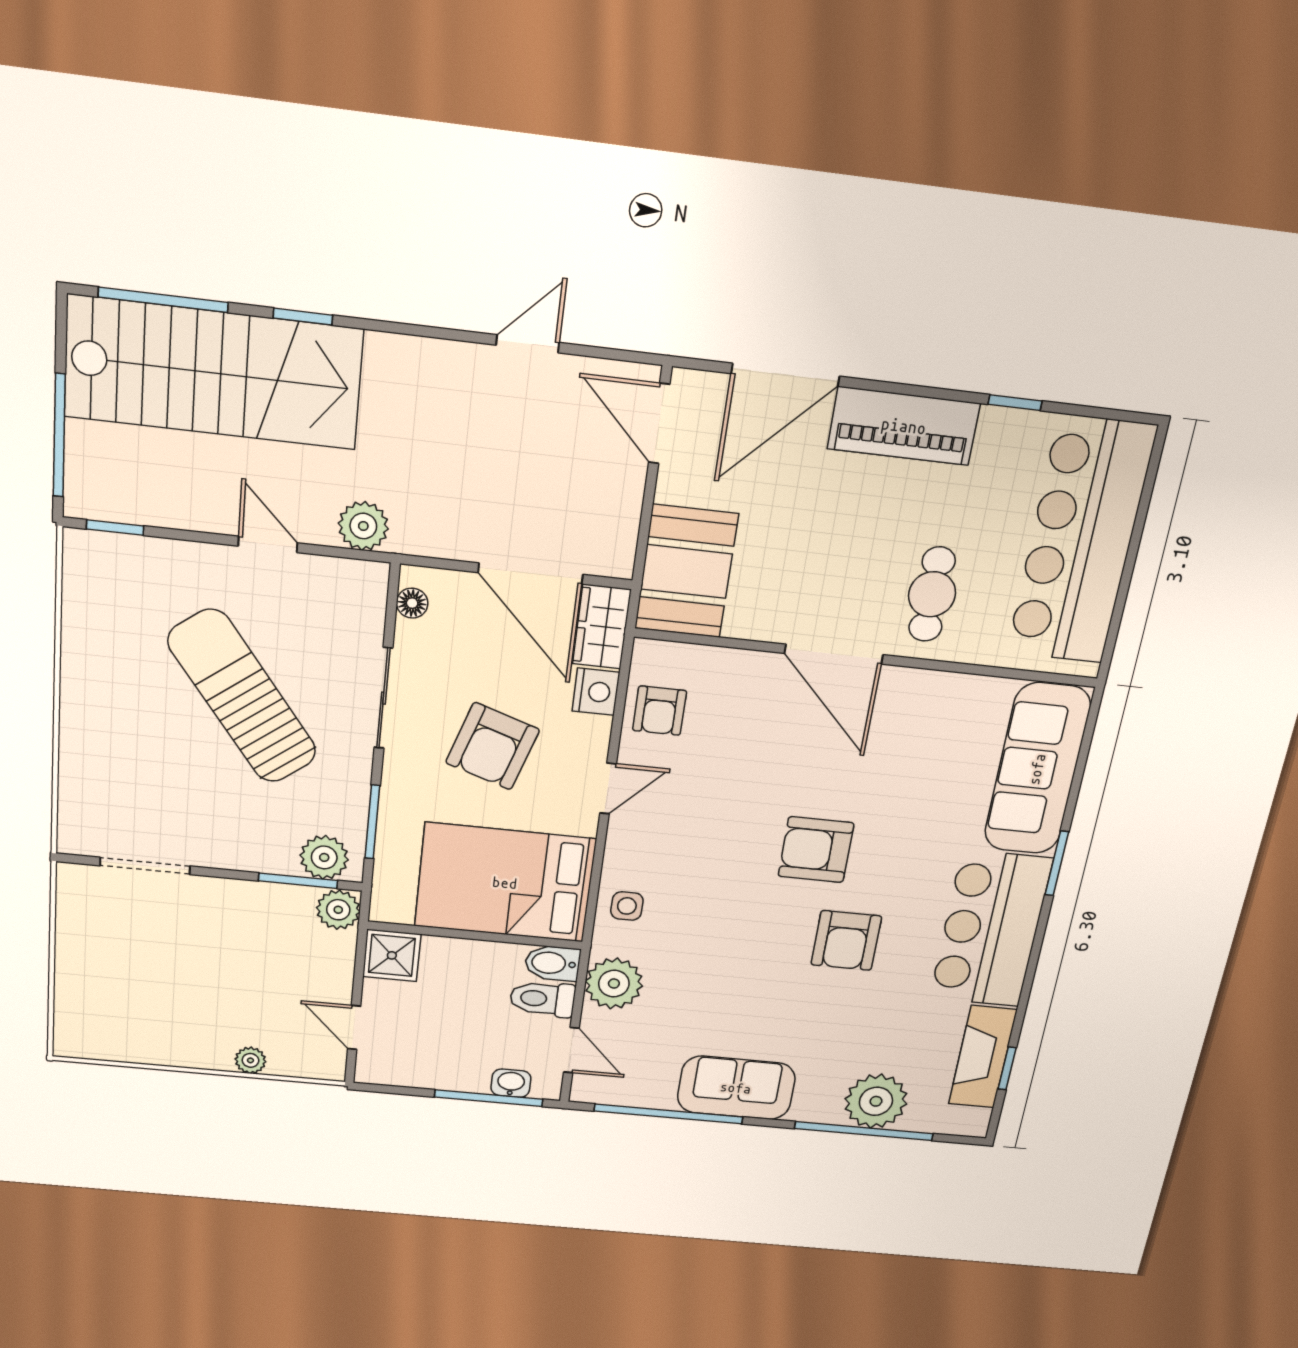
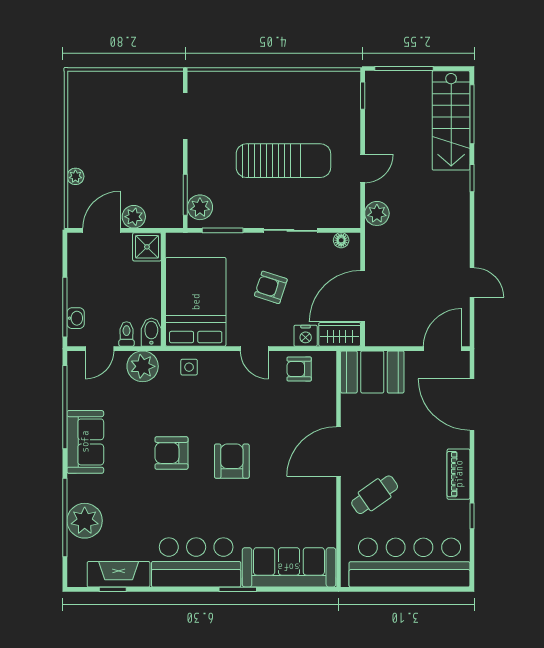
stairs: (213, 373) -> (451, 120), width x0.73, depth x0.66
piano: (904, 426) -> (459, 474), width x0.73, depth x0.75
cafe table: (932, 594) -> (375, 495), turned -35
sun lounger: (242, 697) -> (283, 161), turned 37
armchair: (493, 746) -> (271, 287), width x0.72, depth x0.72
plant: (338, 910) -> (134, 217), moved
armchair: (846, 940) -> (172, 453), moved
toilet: (542, 999) -> (127, 334), width x0.73, depth x0.72
door: (354, 1028) -> (101, 230), width x1.37

